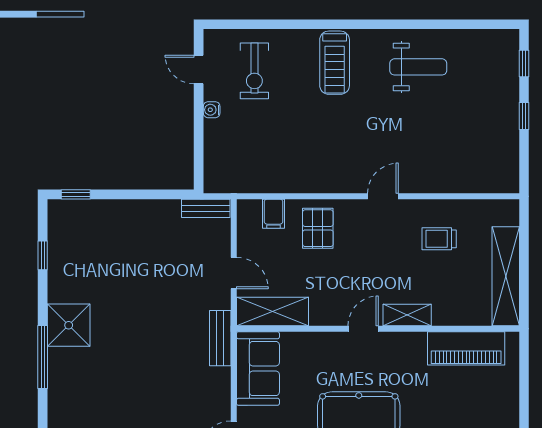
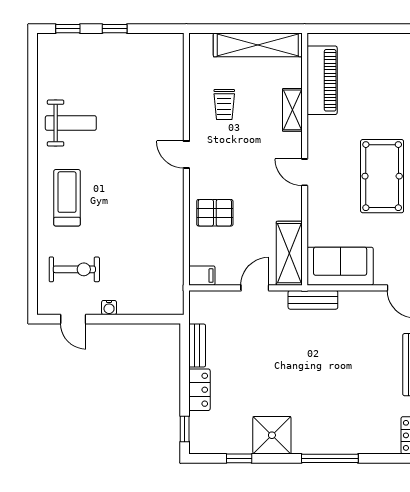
treadmill: (335, 63) -> (67, 198), turned -90
weight bench: (418, 67) -> (71, 123), turned 90
door: (199, 70) -> (73, 319), hinge flipped
bench: (206, 208) -> (197, 345), moved
locker: (120, 211) -> (199, 390), added
filing cabinet: (274, 214) -> (202, 276), moved
shelving: (407, 315) -> (292, 110), moved
shower: (69, 325) -> (272, 435), moved

